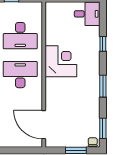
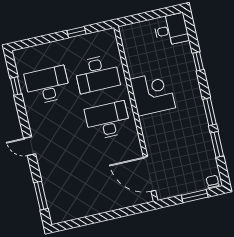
window: (103, 128) -> (217, 144), moved

